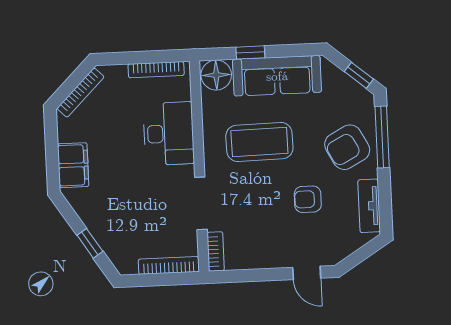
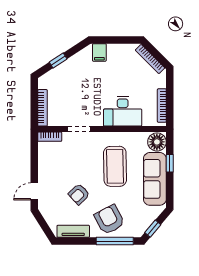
filing cabinet: (73, 165) -> (99, 52), width x0.50
armchair: (308, 199) -> (79, 194), turned -134
doorway: (201, 203) -> (79, 129), width x0.73

